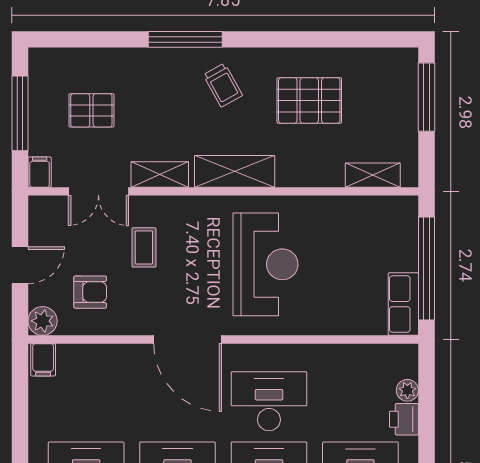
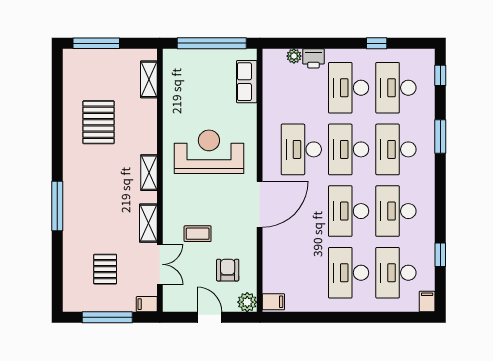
trolley: (223, 85) -> (88, 181), removed
shelving: (235, 171) -> (149, 173), width x0.67, depth x0.75
row of seats: (403, 304) -> (247, 82), moved, turned 90

